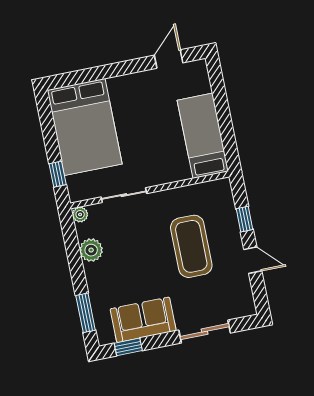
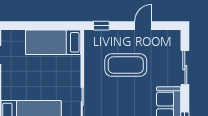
window: (244, 219) -> (101, 26), moved

